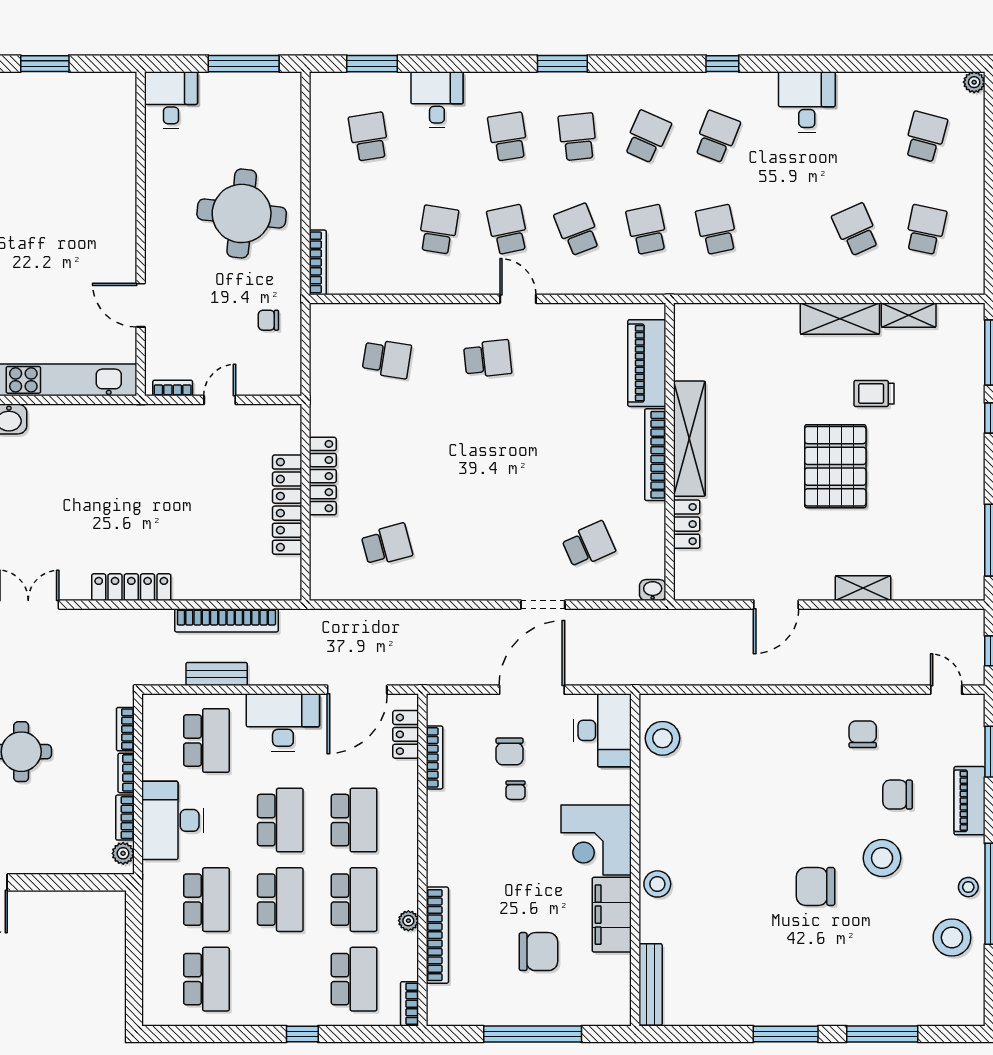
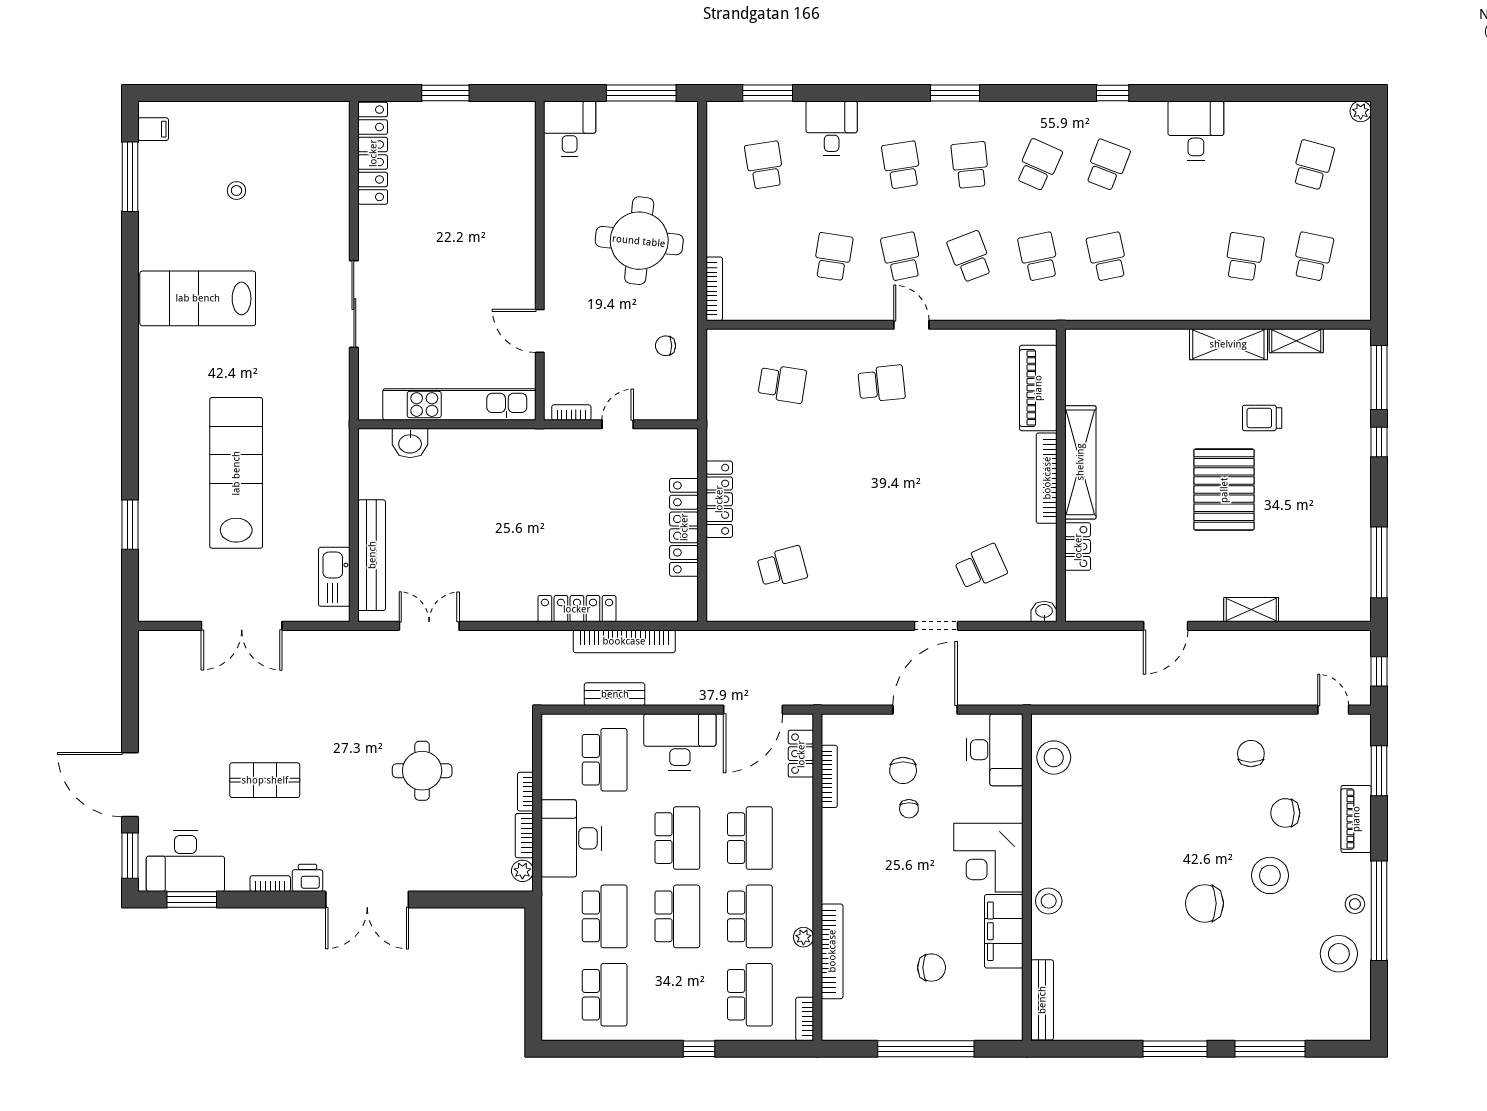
school desk: (856, 230) -> (1244, 257), turned 33
locker: (131, 587) -> (577, 609), moved
bookcase: (125, 729) -> (525, 748), removed
chair: (538, 952) -> (932, 968), width x0.73, depth x0.73

